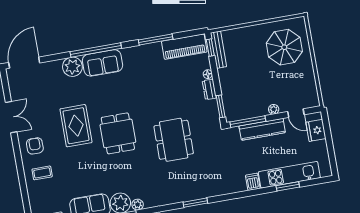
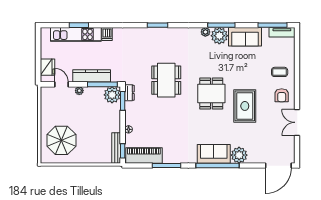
dresser: (209, 89) -> (129, 93), moved
plant: (234, 111) -> (112, 95), added

